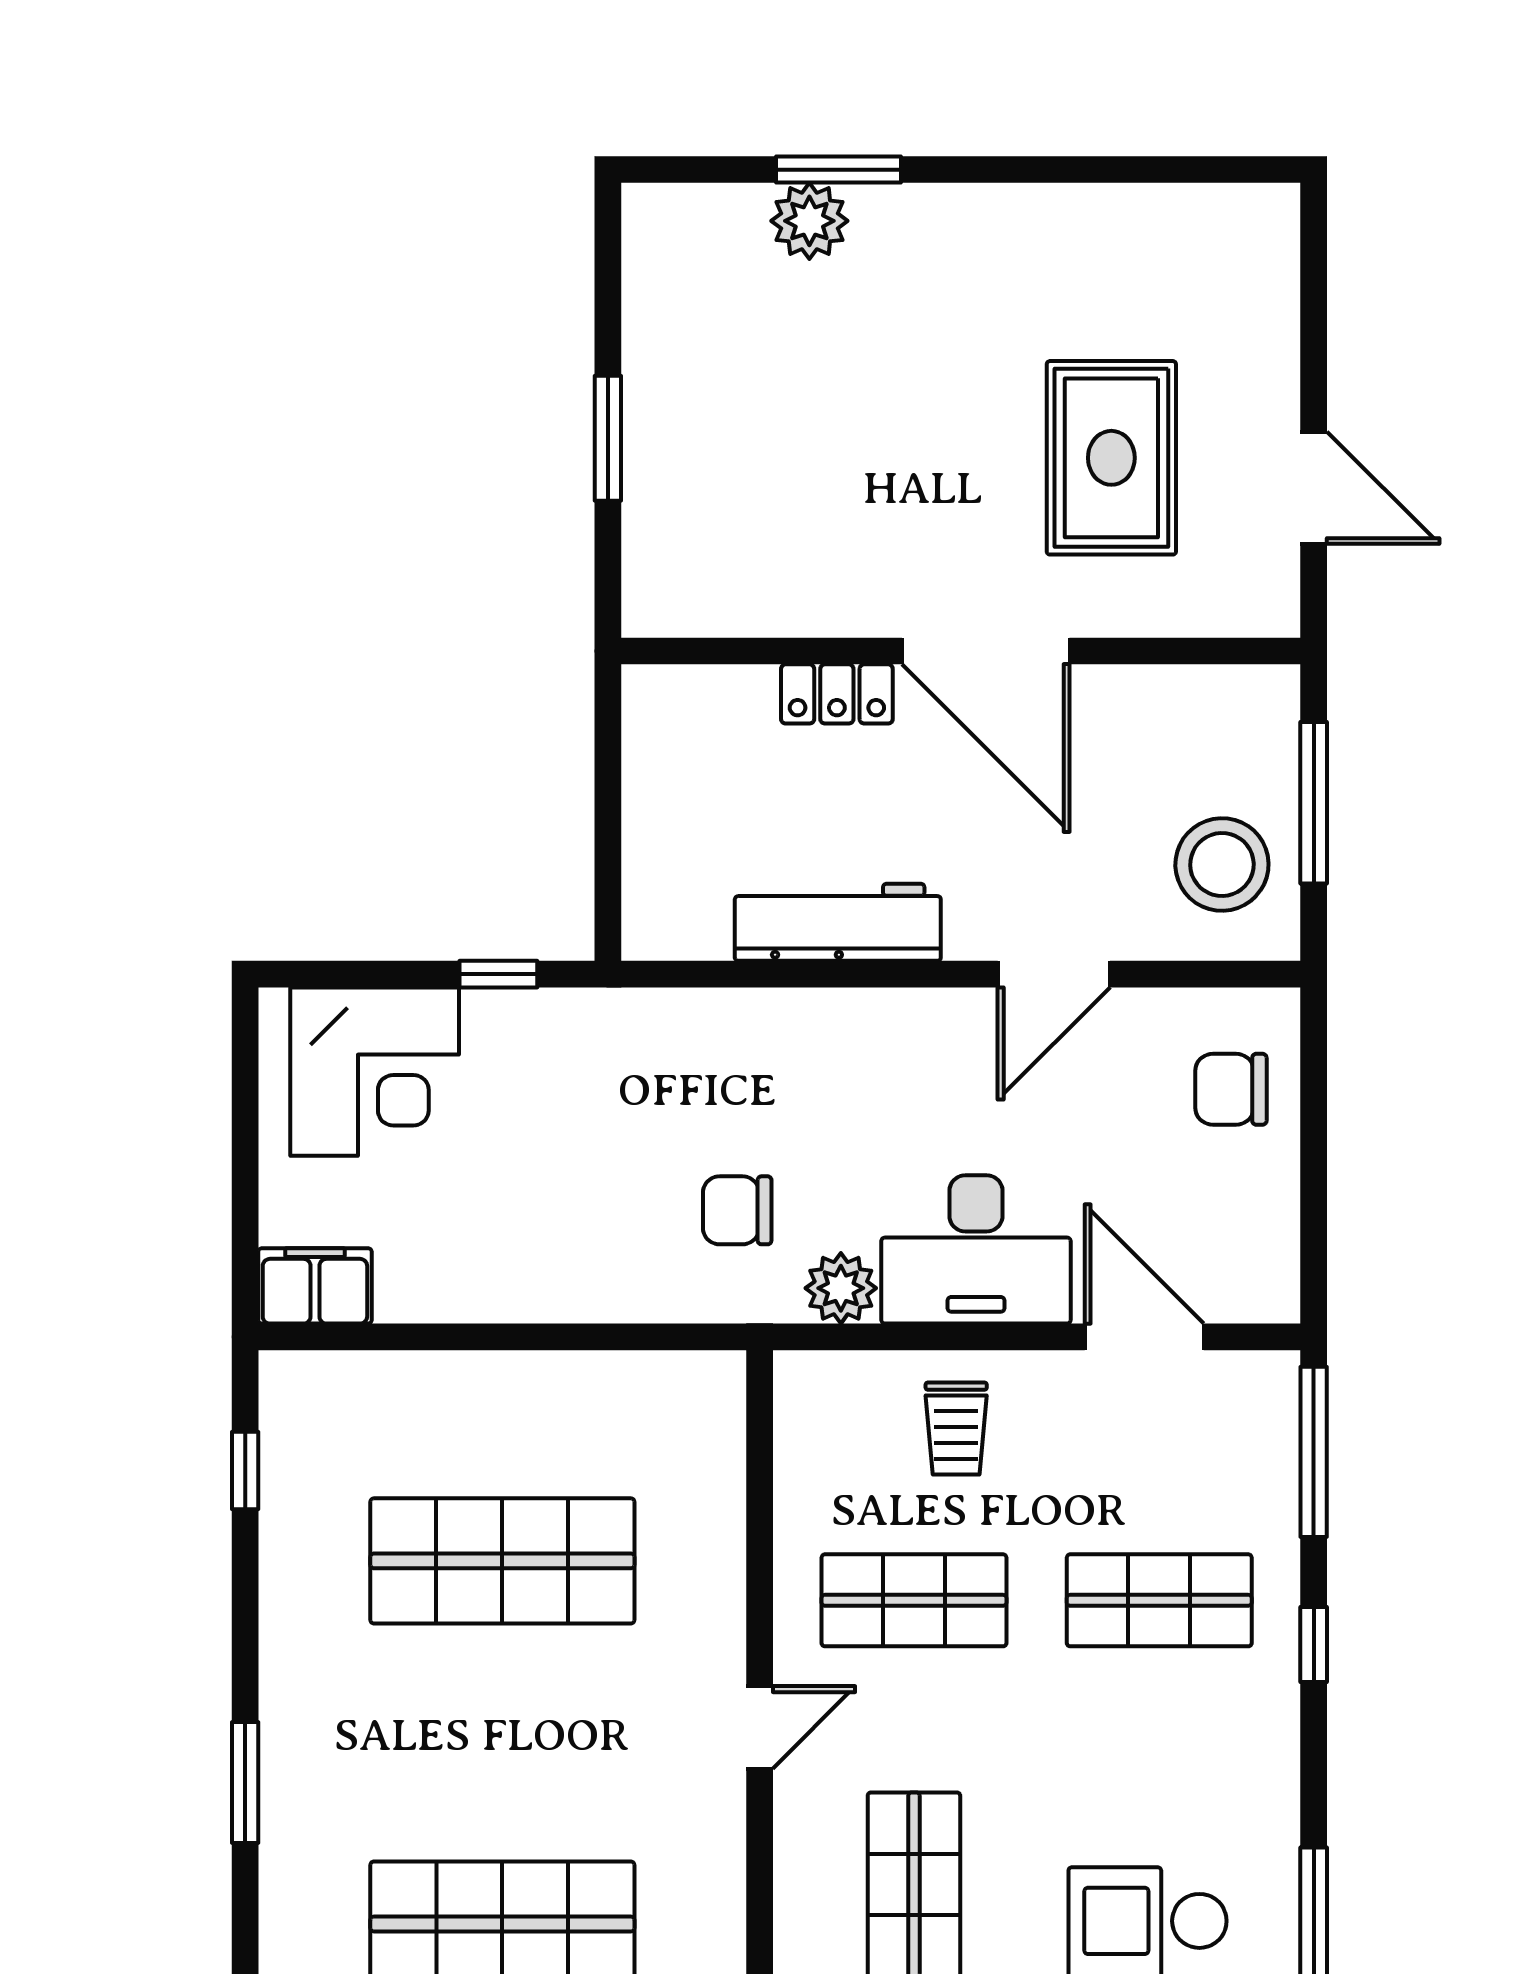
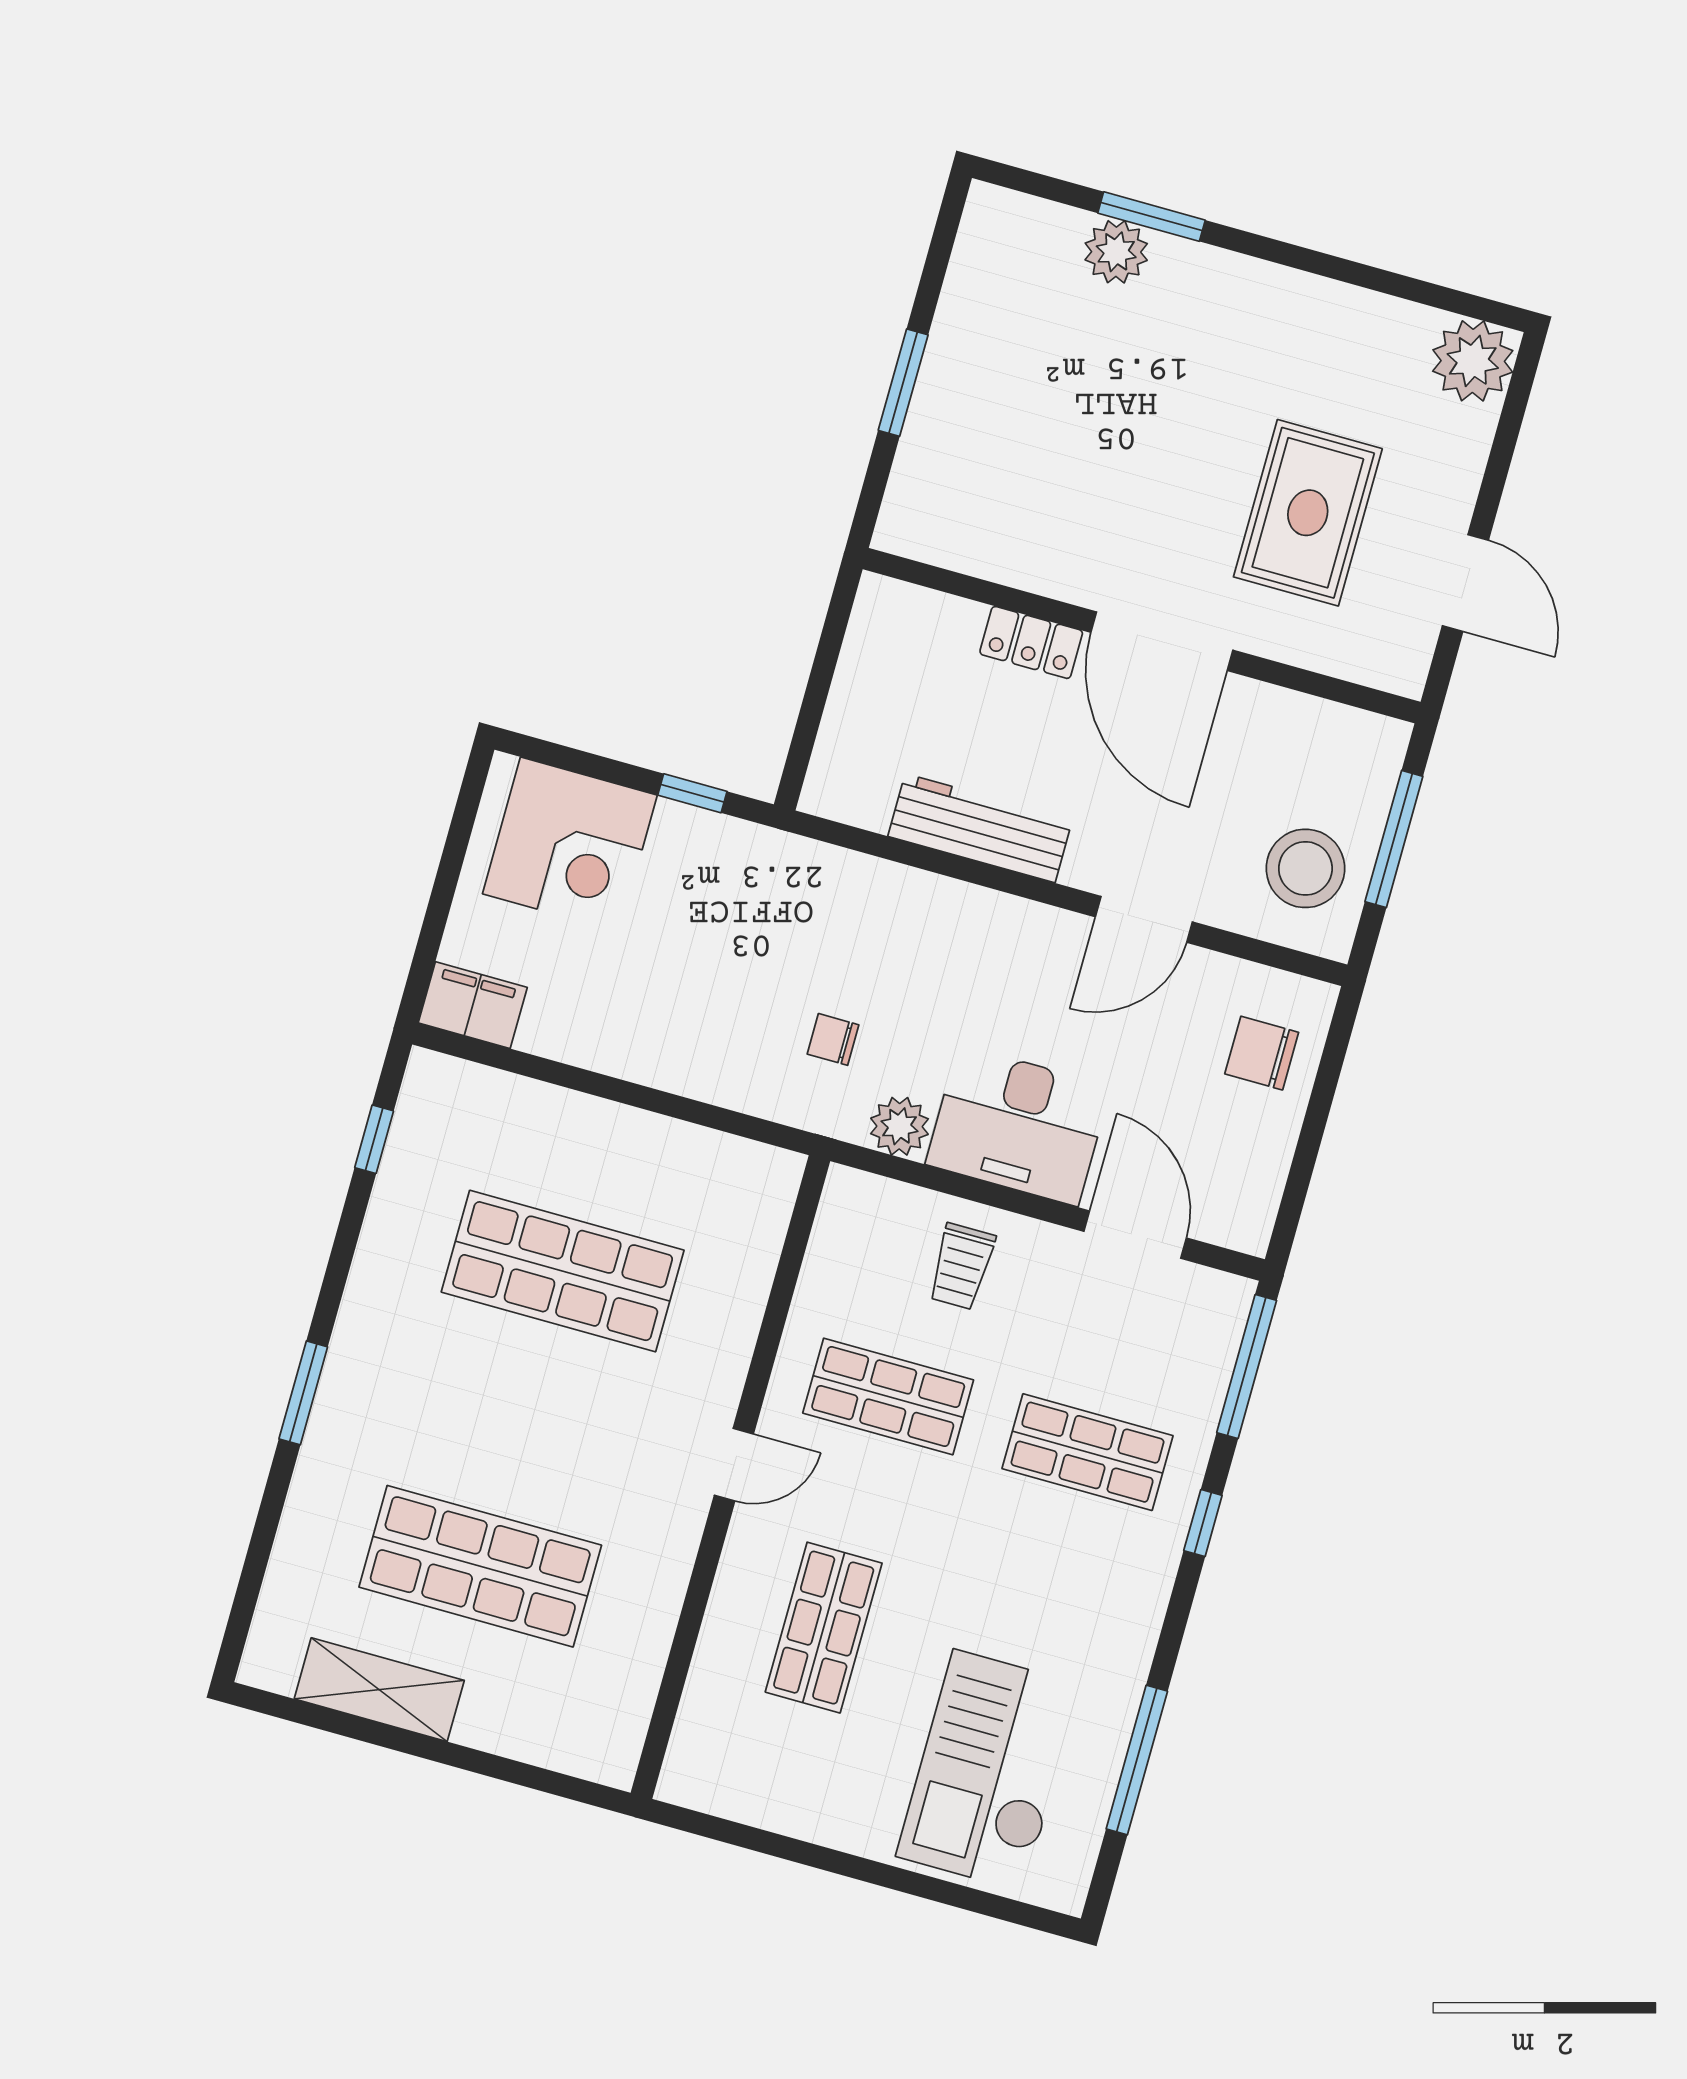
plant: (1251, 232) -> (1473, 361), added
chair: (737, 1210) -> (833, 1039), width x0.73, depth x0.73

